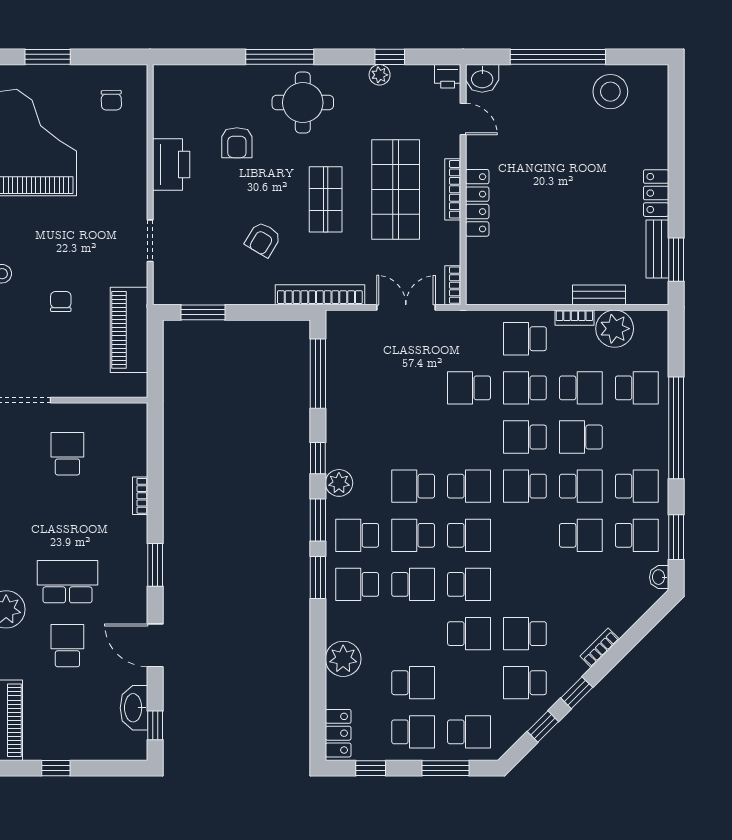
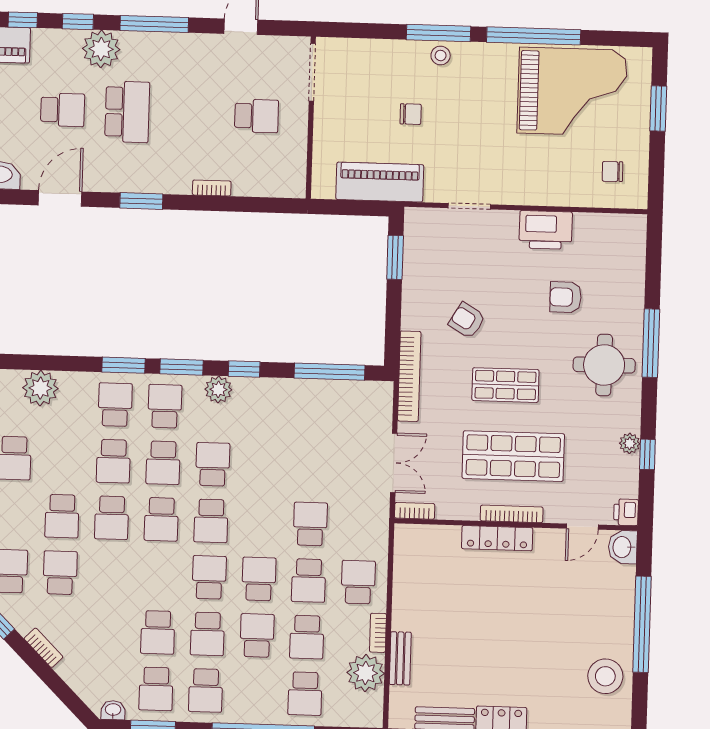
school desk: (525, 388) -> (309, 581), turned 180
school desk: (413, 535) -> (163, 463), turned 180

